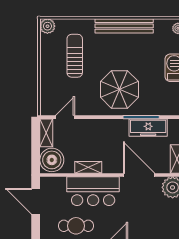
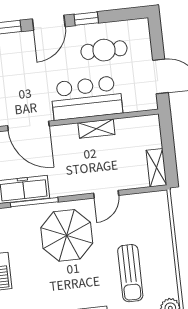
door: (65, 117) -> (106, 194), moved
boiler: (52, 160) -> (145, 133), removed

